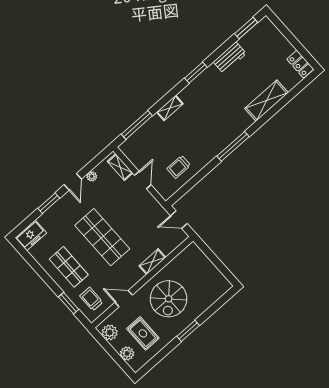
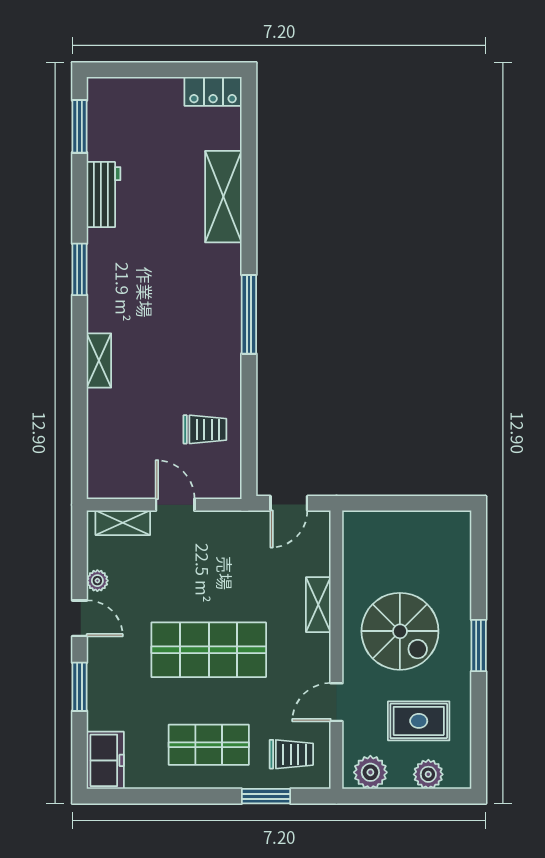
window: (137, 125) -> (79, 437), removed
trolley: (179, 167) -> (205, 429), turned -90
trolley: (91, 299) -> (291, 754), turned 180

